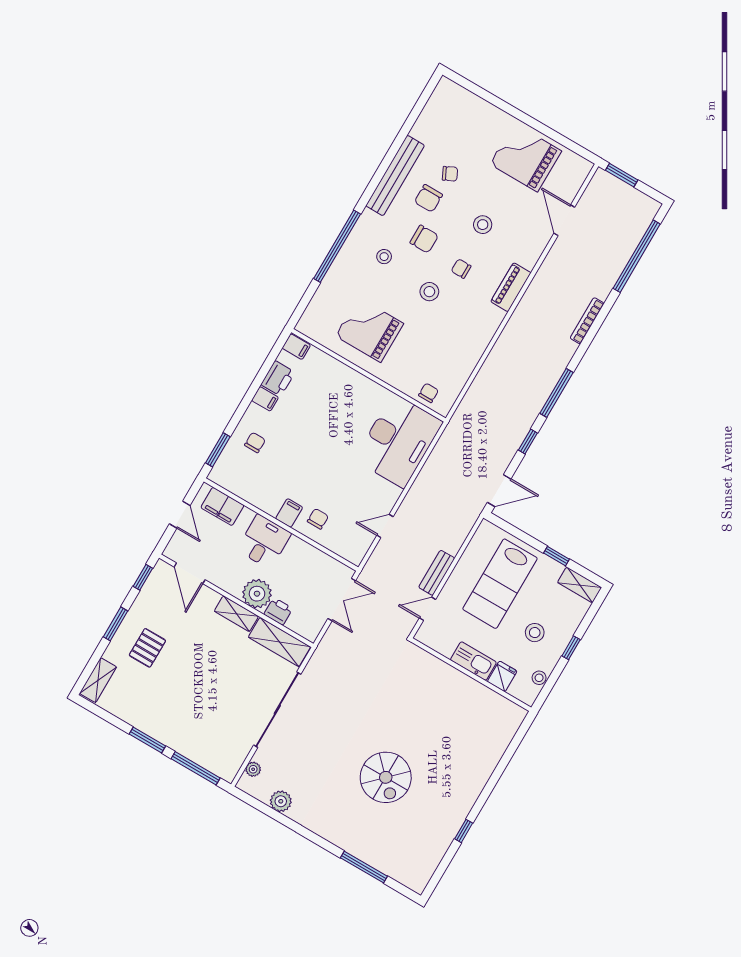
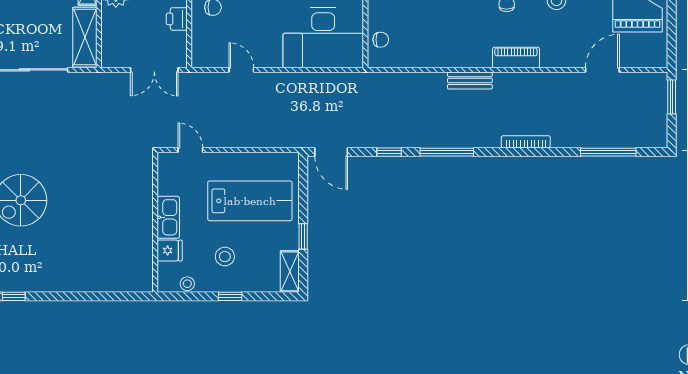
window: (637, 256) -> (608, 152), width x0.68
bench: (437, 573) -> (470, 81), moved
lab bench: (500, 584) -> (250, 201), turned 180
printer: (278, 611) -> (177, 19), moved, turned 180

